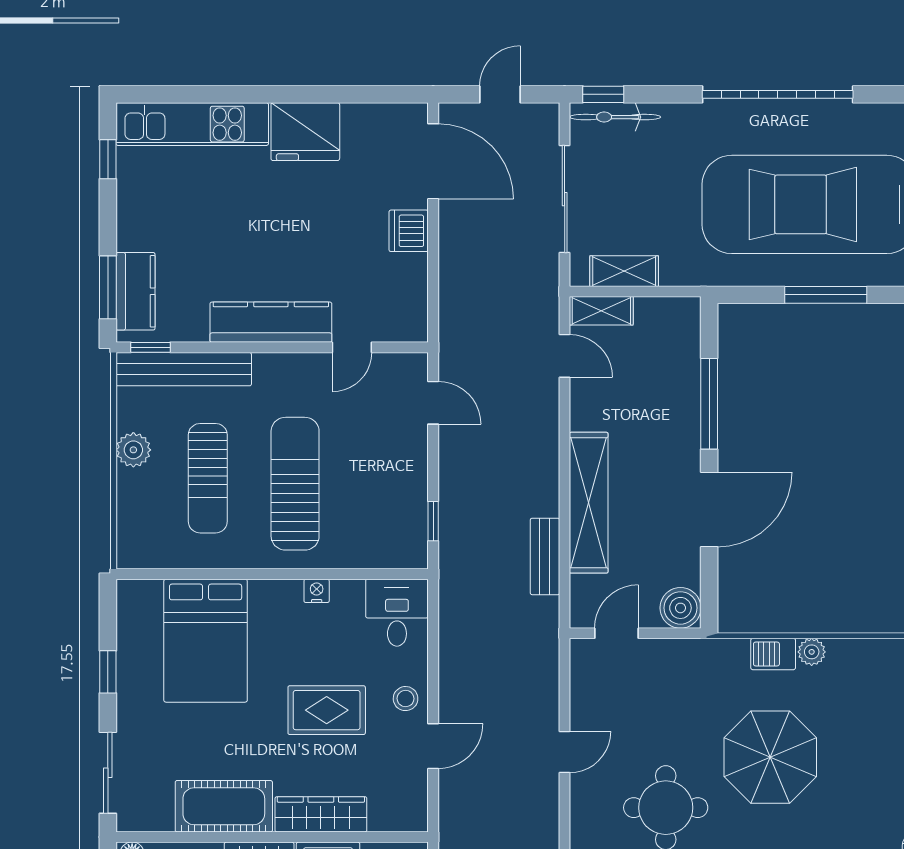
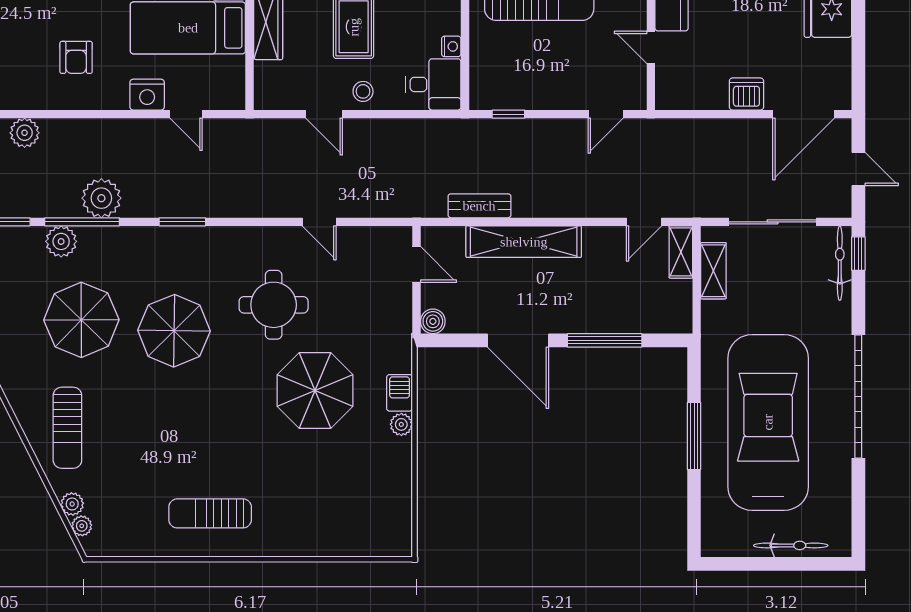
nightstand: (317, 591) -> (451, 46), moved
boiler: (680, 608) -> (433, 321), width x0.73, depth x0.73

